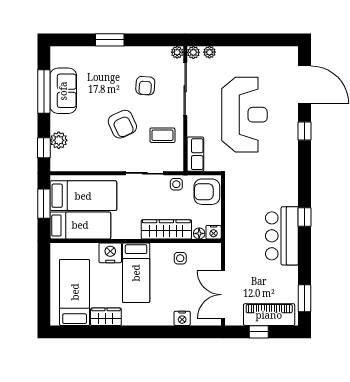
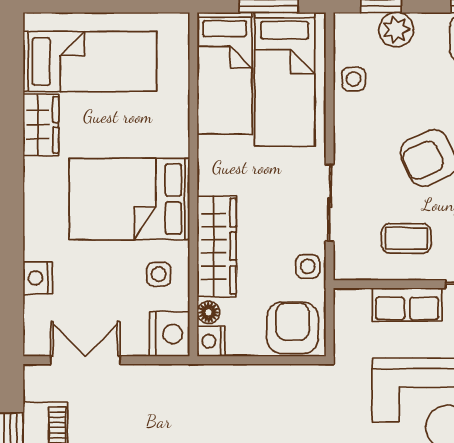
coffee table: (162, 135) -> (406, 238), turned 90
row of seats: (195, 154) -> (407, 305), moved
side table: (83, 161) -> (354, 79), added
nightstand: (110, 253) -> (170, 334), moved
bed: (136, 273) -> (129, 199), width x1.50
double door: (223, 295) -> (85, 360), width x0.73

